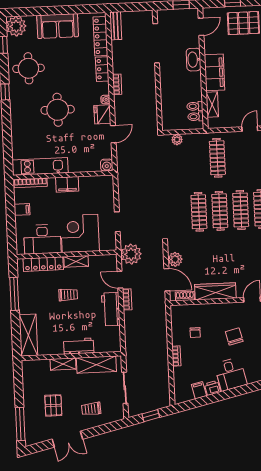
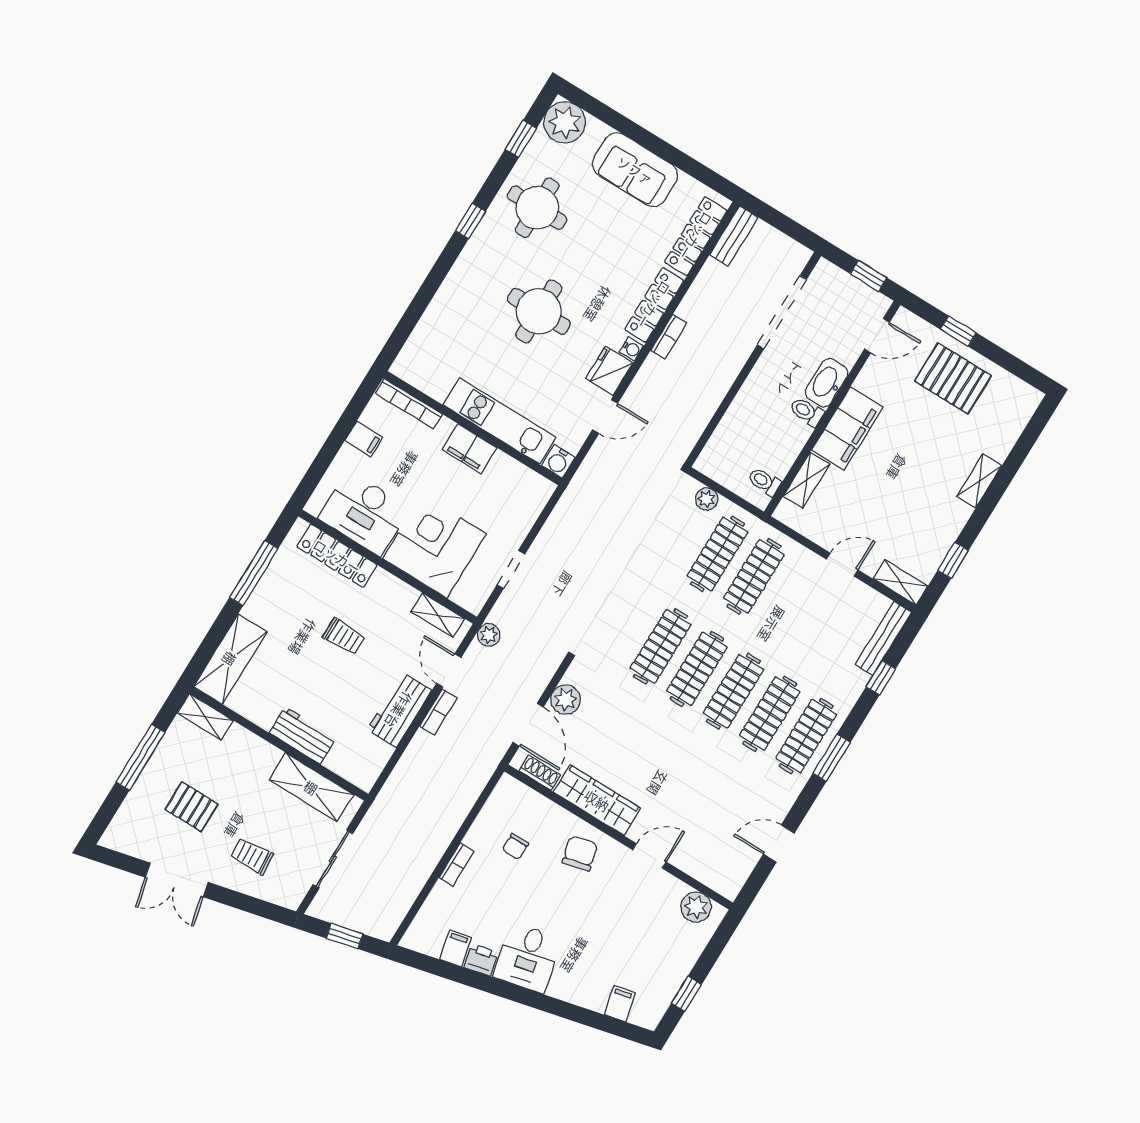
locker: (102, 69) -> (654, 305), width x1.53
toilet: (195, 106) -> (807, 412), moved
clothes rail: (196, 159) -> (717, 554), added
kitchen unit: (40, 166) -> (499, 421), moved
plant: (131, 254) -> (489, 635), width x0.53, depth x0.53
shelving: (76, 261) -> (438, 615), moved
chair: (234, 336) -> (580, 853), moved
shelving: (63, 364) -> (205, 717), moved
pallet: (53, 405) -> (192, 807), turned 90
window: (20, 424) -> (140, 757), moved

